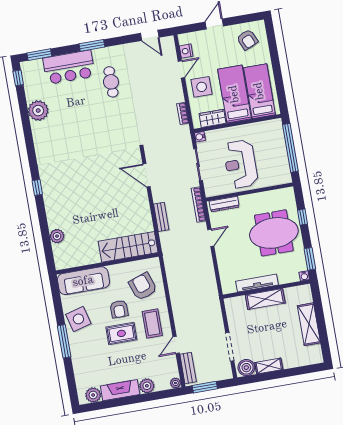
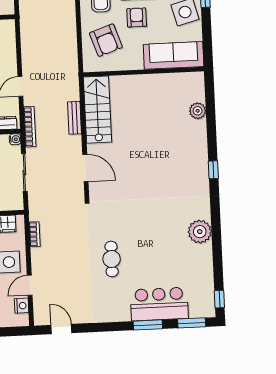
window: (92, 45) -> (148, 325), moved
cafe table: (111, 82) -> (112, 259), moved
plant: (38, 111) -> (200, 232), moved
water cooler: (200, 137) -> (15, 139), moved
stairs: (128, 247) -> (97, 110), moved, turned -90

